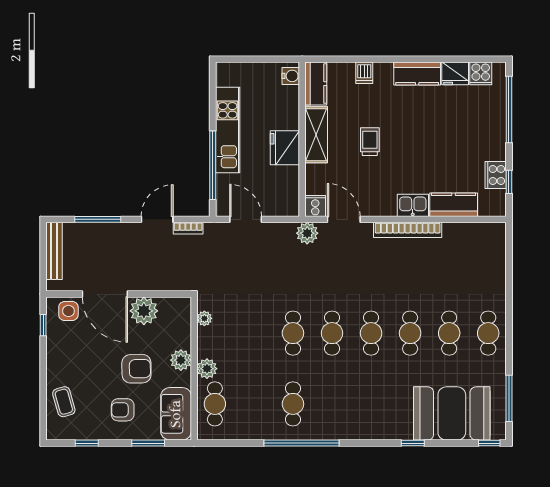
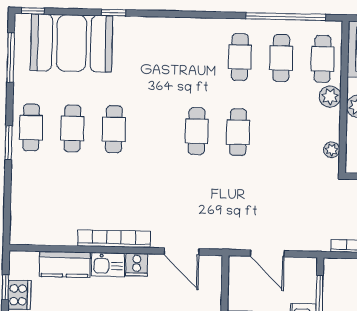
cooker: (315, 206) -> (137, 265), moved
door: (246, 219) -> (267, 253), moved
plant: (307, 233) -> (221, 238), removed
window: (509, 318) -> (9, 143), added
cafe table: (371, 333) -> (281, 58), moved
window: (302, 443) -> (286, 17), moved

